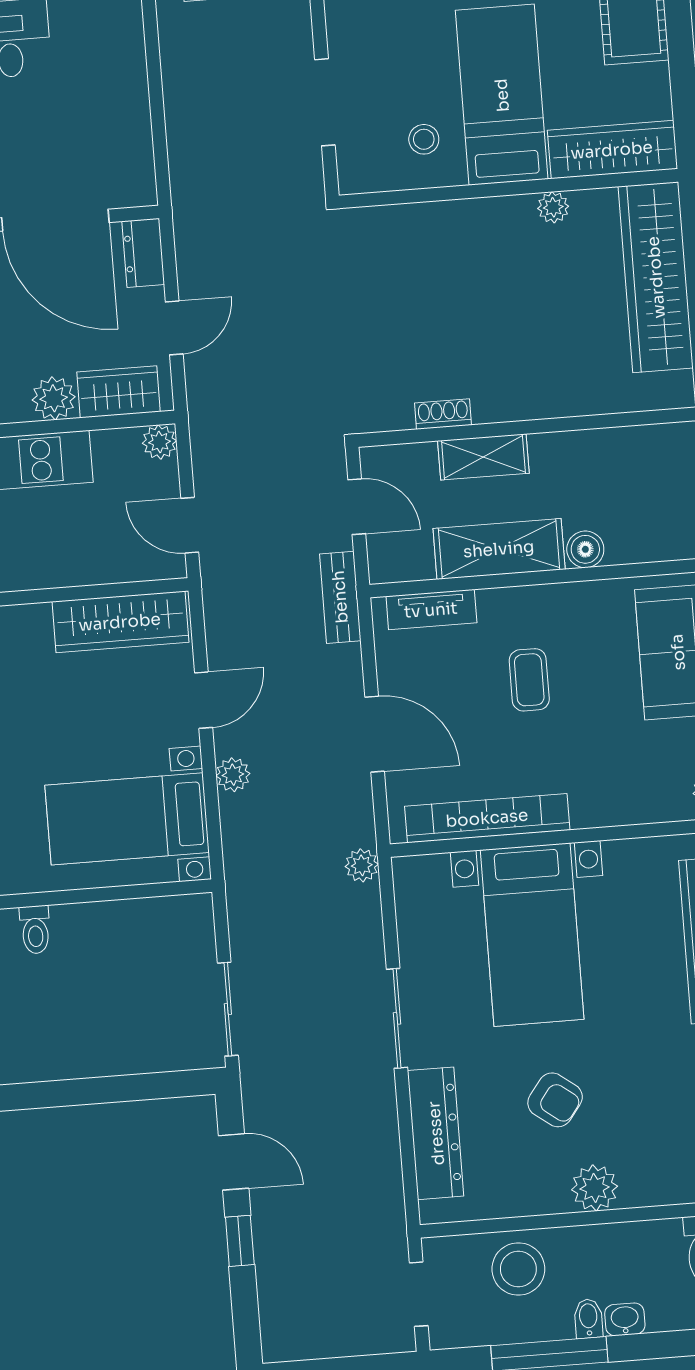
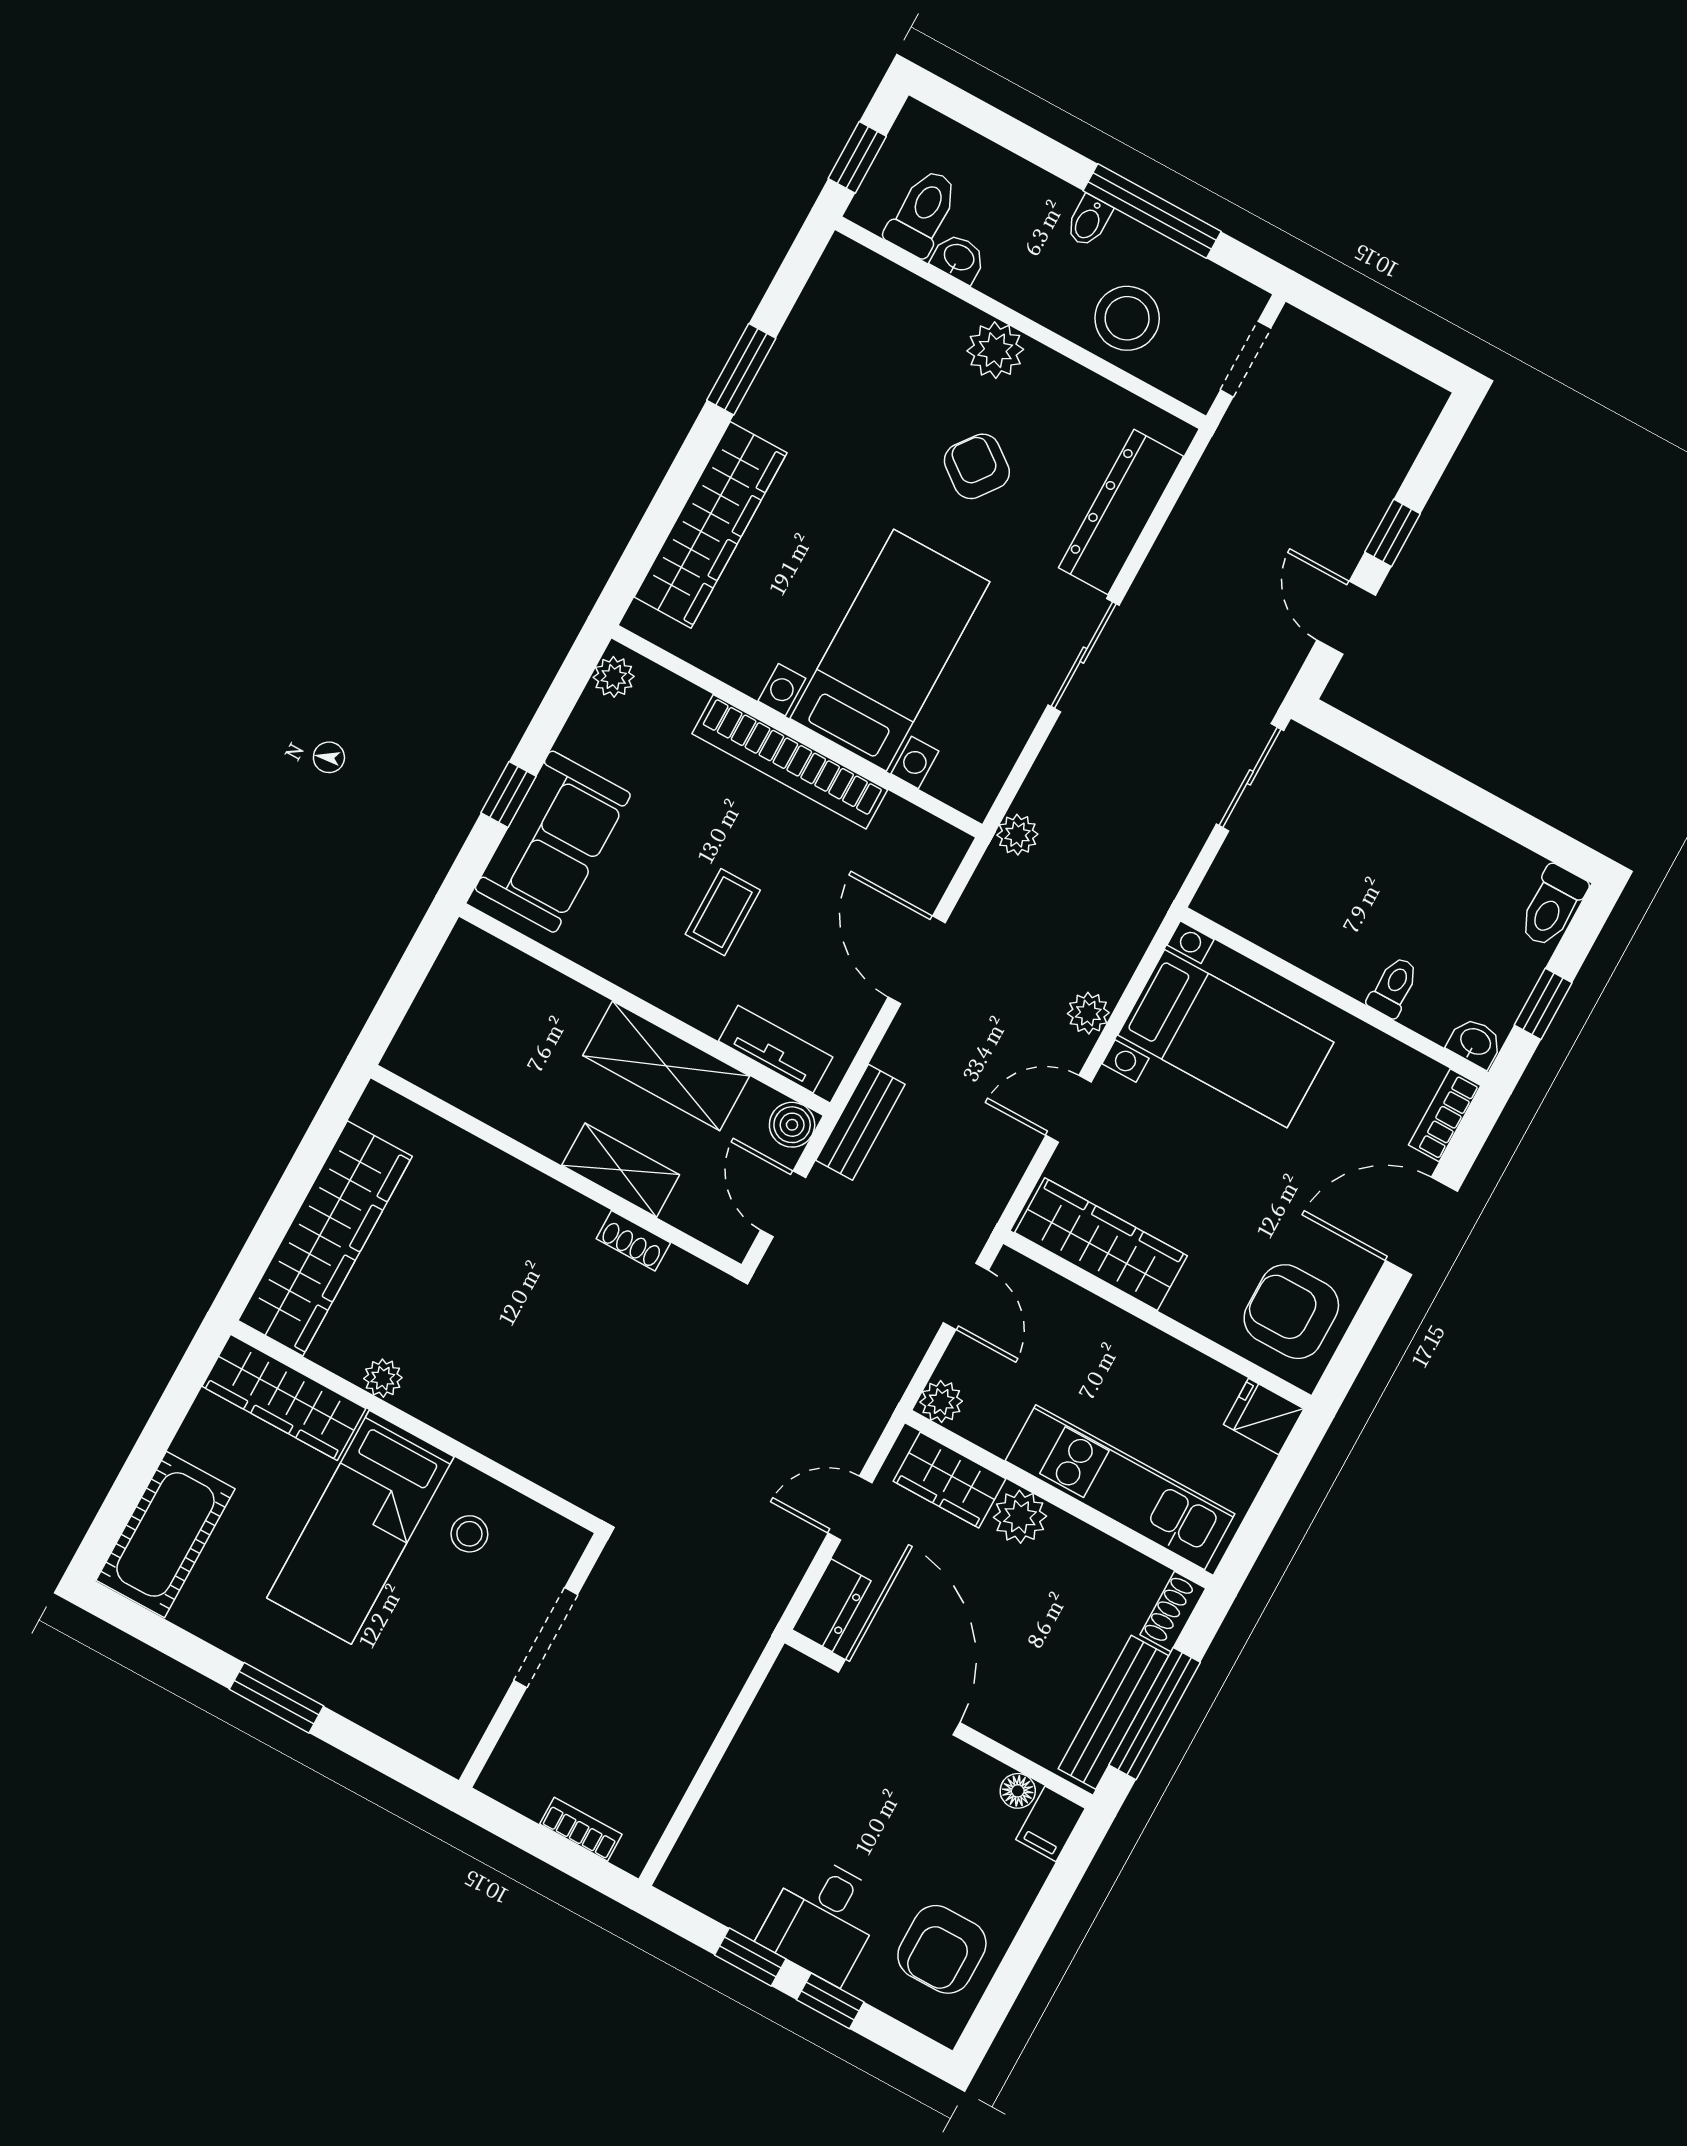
boiler: (585, 549) -> (792, 1125), moved
bookcase: (487, 818) -> (790, 762), moved
washbasin: (625, 1319) -> (958, 258), moved, turned 180

